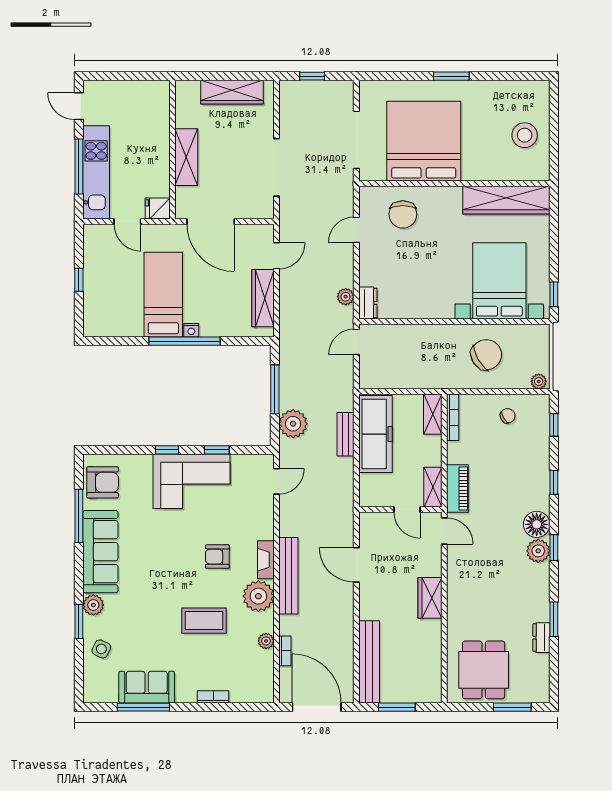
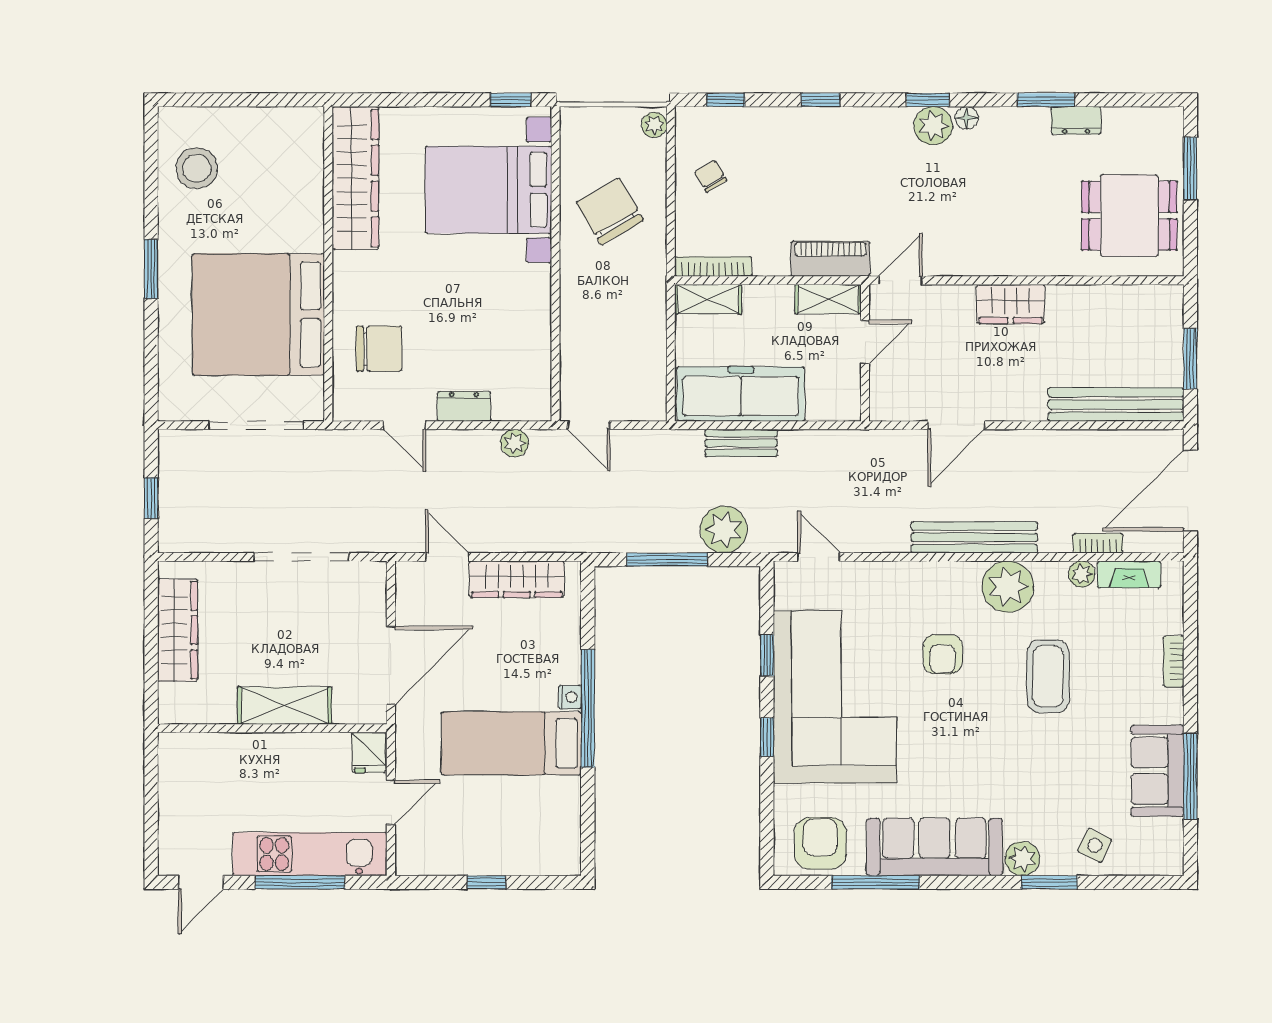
stool: (525, 135) -> (197, 168), moved
dresser: (368, 303) -> (464, 406), moved
corner sofa: (192, 481) -> (835, 697), width x1.36, depth x1.36
floor lamp: (537, 524) -> (967, 118), moved, width x0.53, depth x0.53
fireplace: (266, 560) -> (1129, 574), moved

